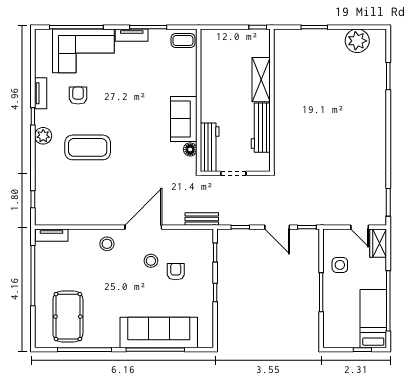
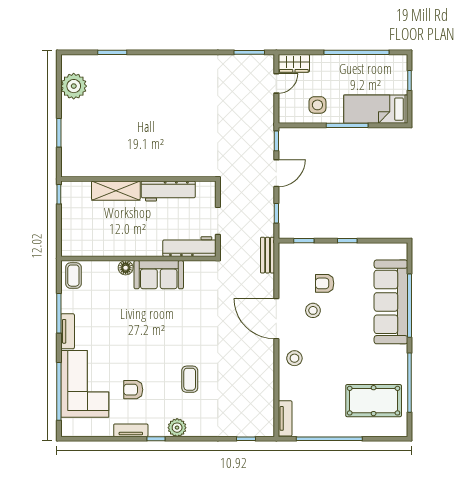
coffee table: (88, 147) -> (190, 379), width x0.54, depth x0.58
floor lamp: (190, 149) -> (126, 268), moved
bed: (373, 319) -> (376, 109), moved

